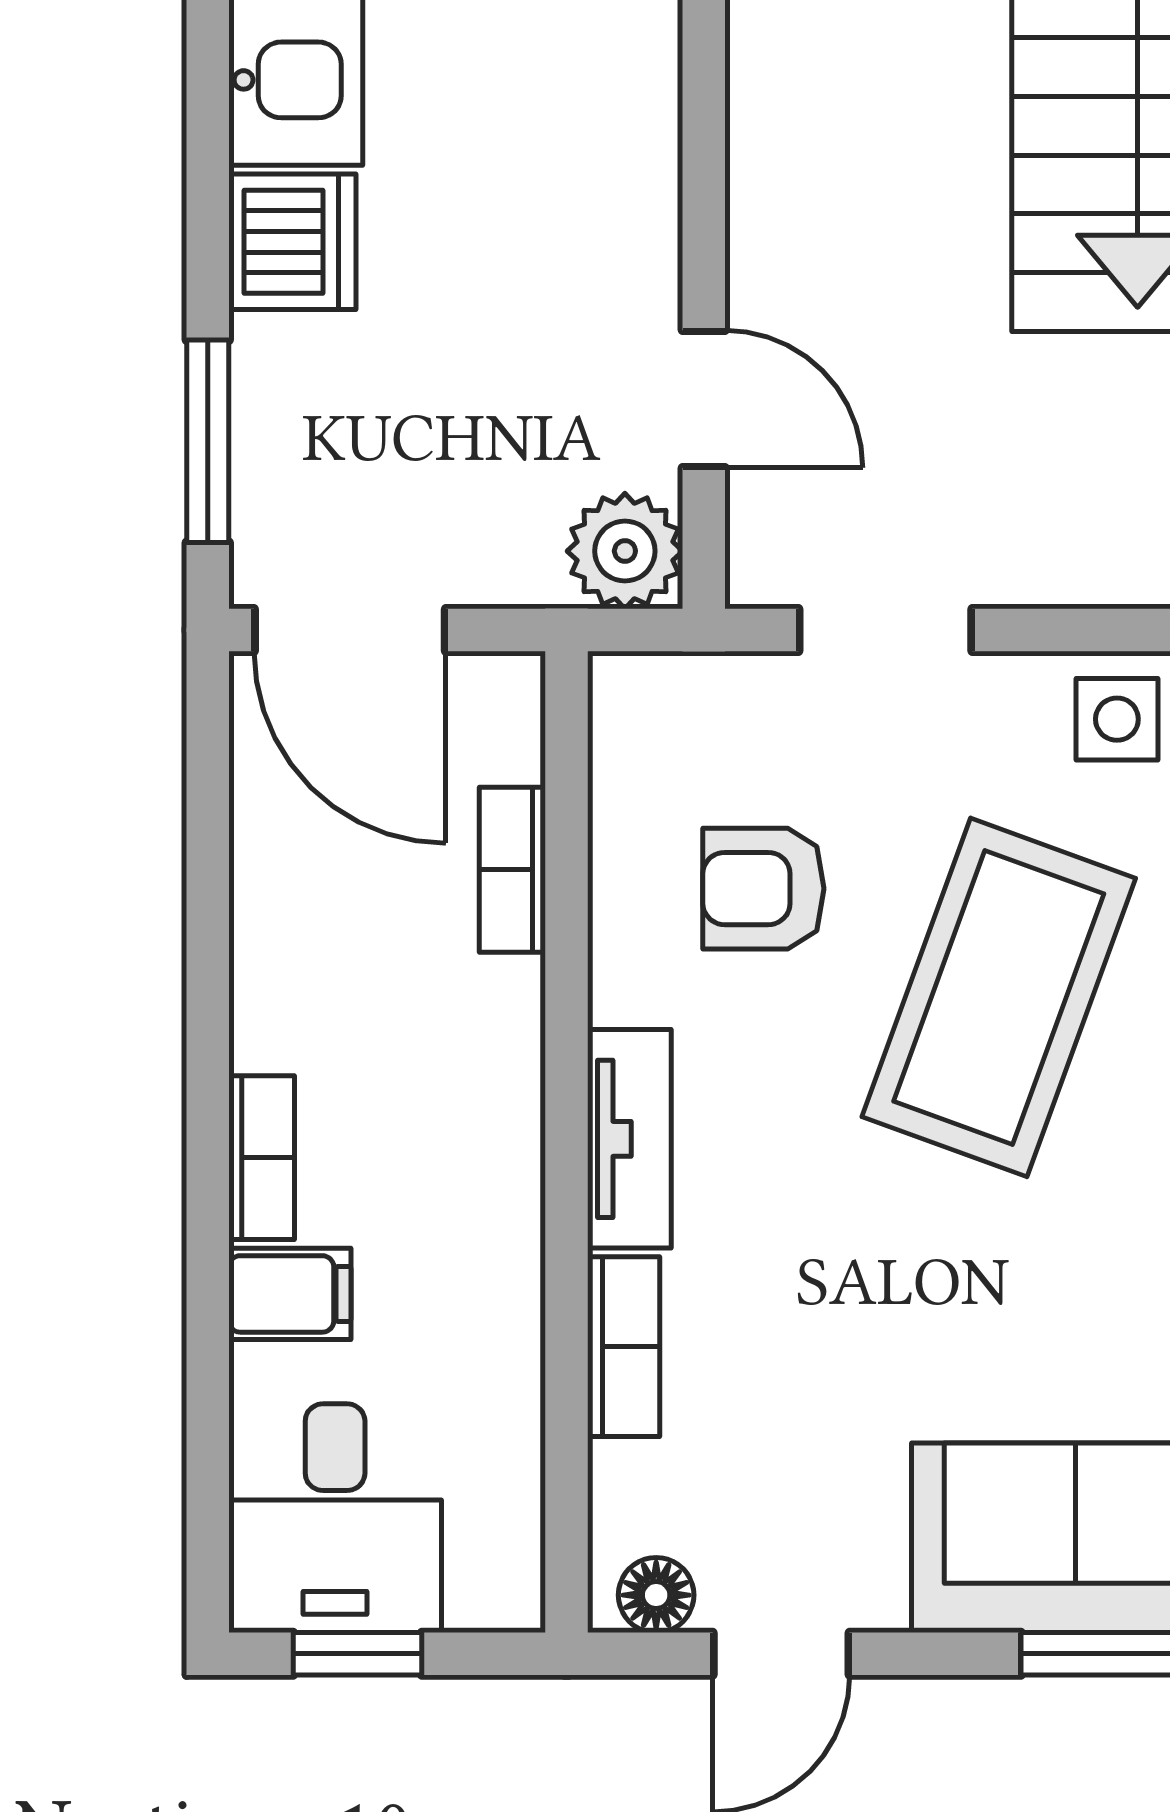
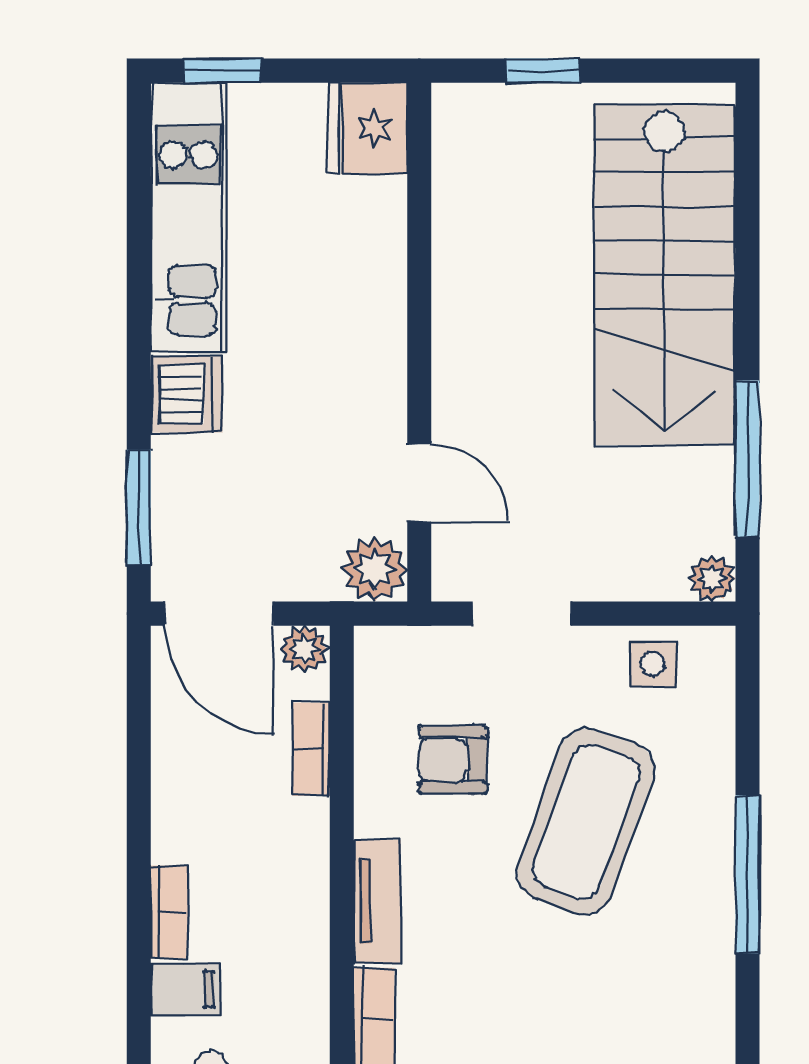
plant: (500, 693) -> (304, 649), added

